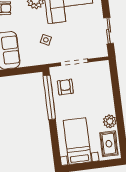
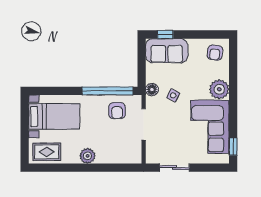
floor lamp: (43, 59) -> (152, 90), added
armchair: (65, 87) -> (117, 111), turned 89
plant: (110, 121) -> (88, 156), moved

